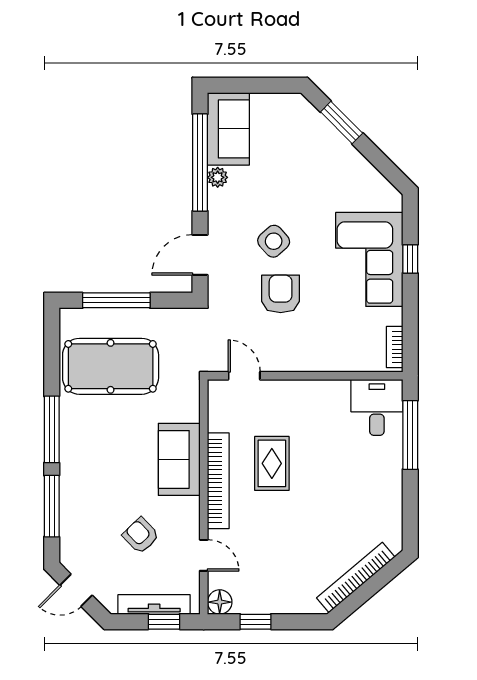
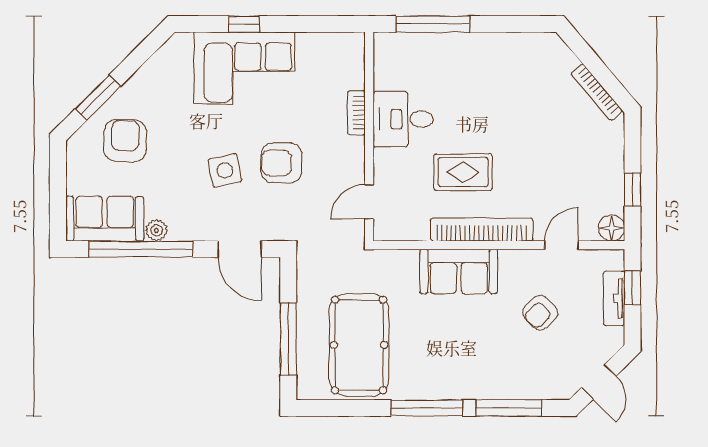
armchair: (301, 148) -> (125, 141), added
side table: (274, 241) -> (225, 170), turned 30
bookcase: (395, 347) -> (356, 113), moved, turned 90
desk: (377, 407) -> (403, 119), moved
bookcase: (356, 577) -> (597, 92), width x0.68, depth x0.76
tv unit: (154, 605) -> (614, 298), width x0.71

